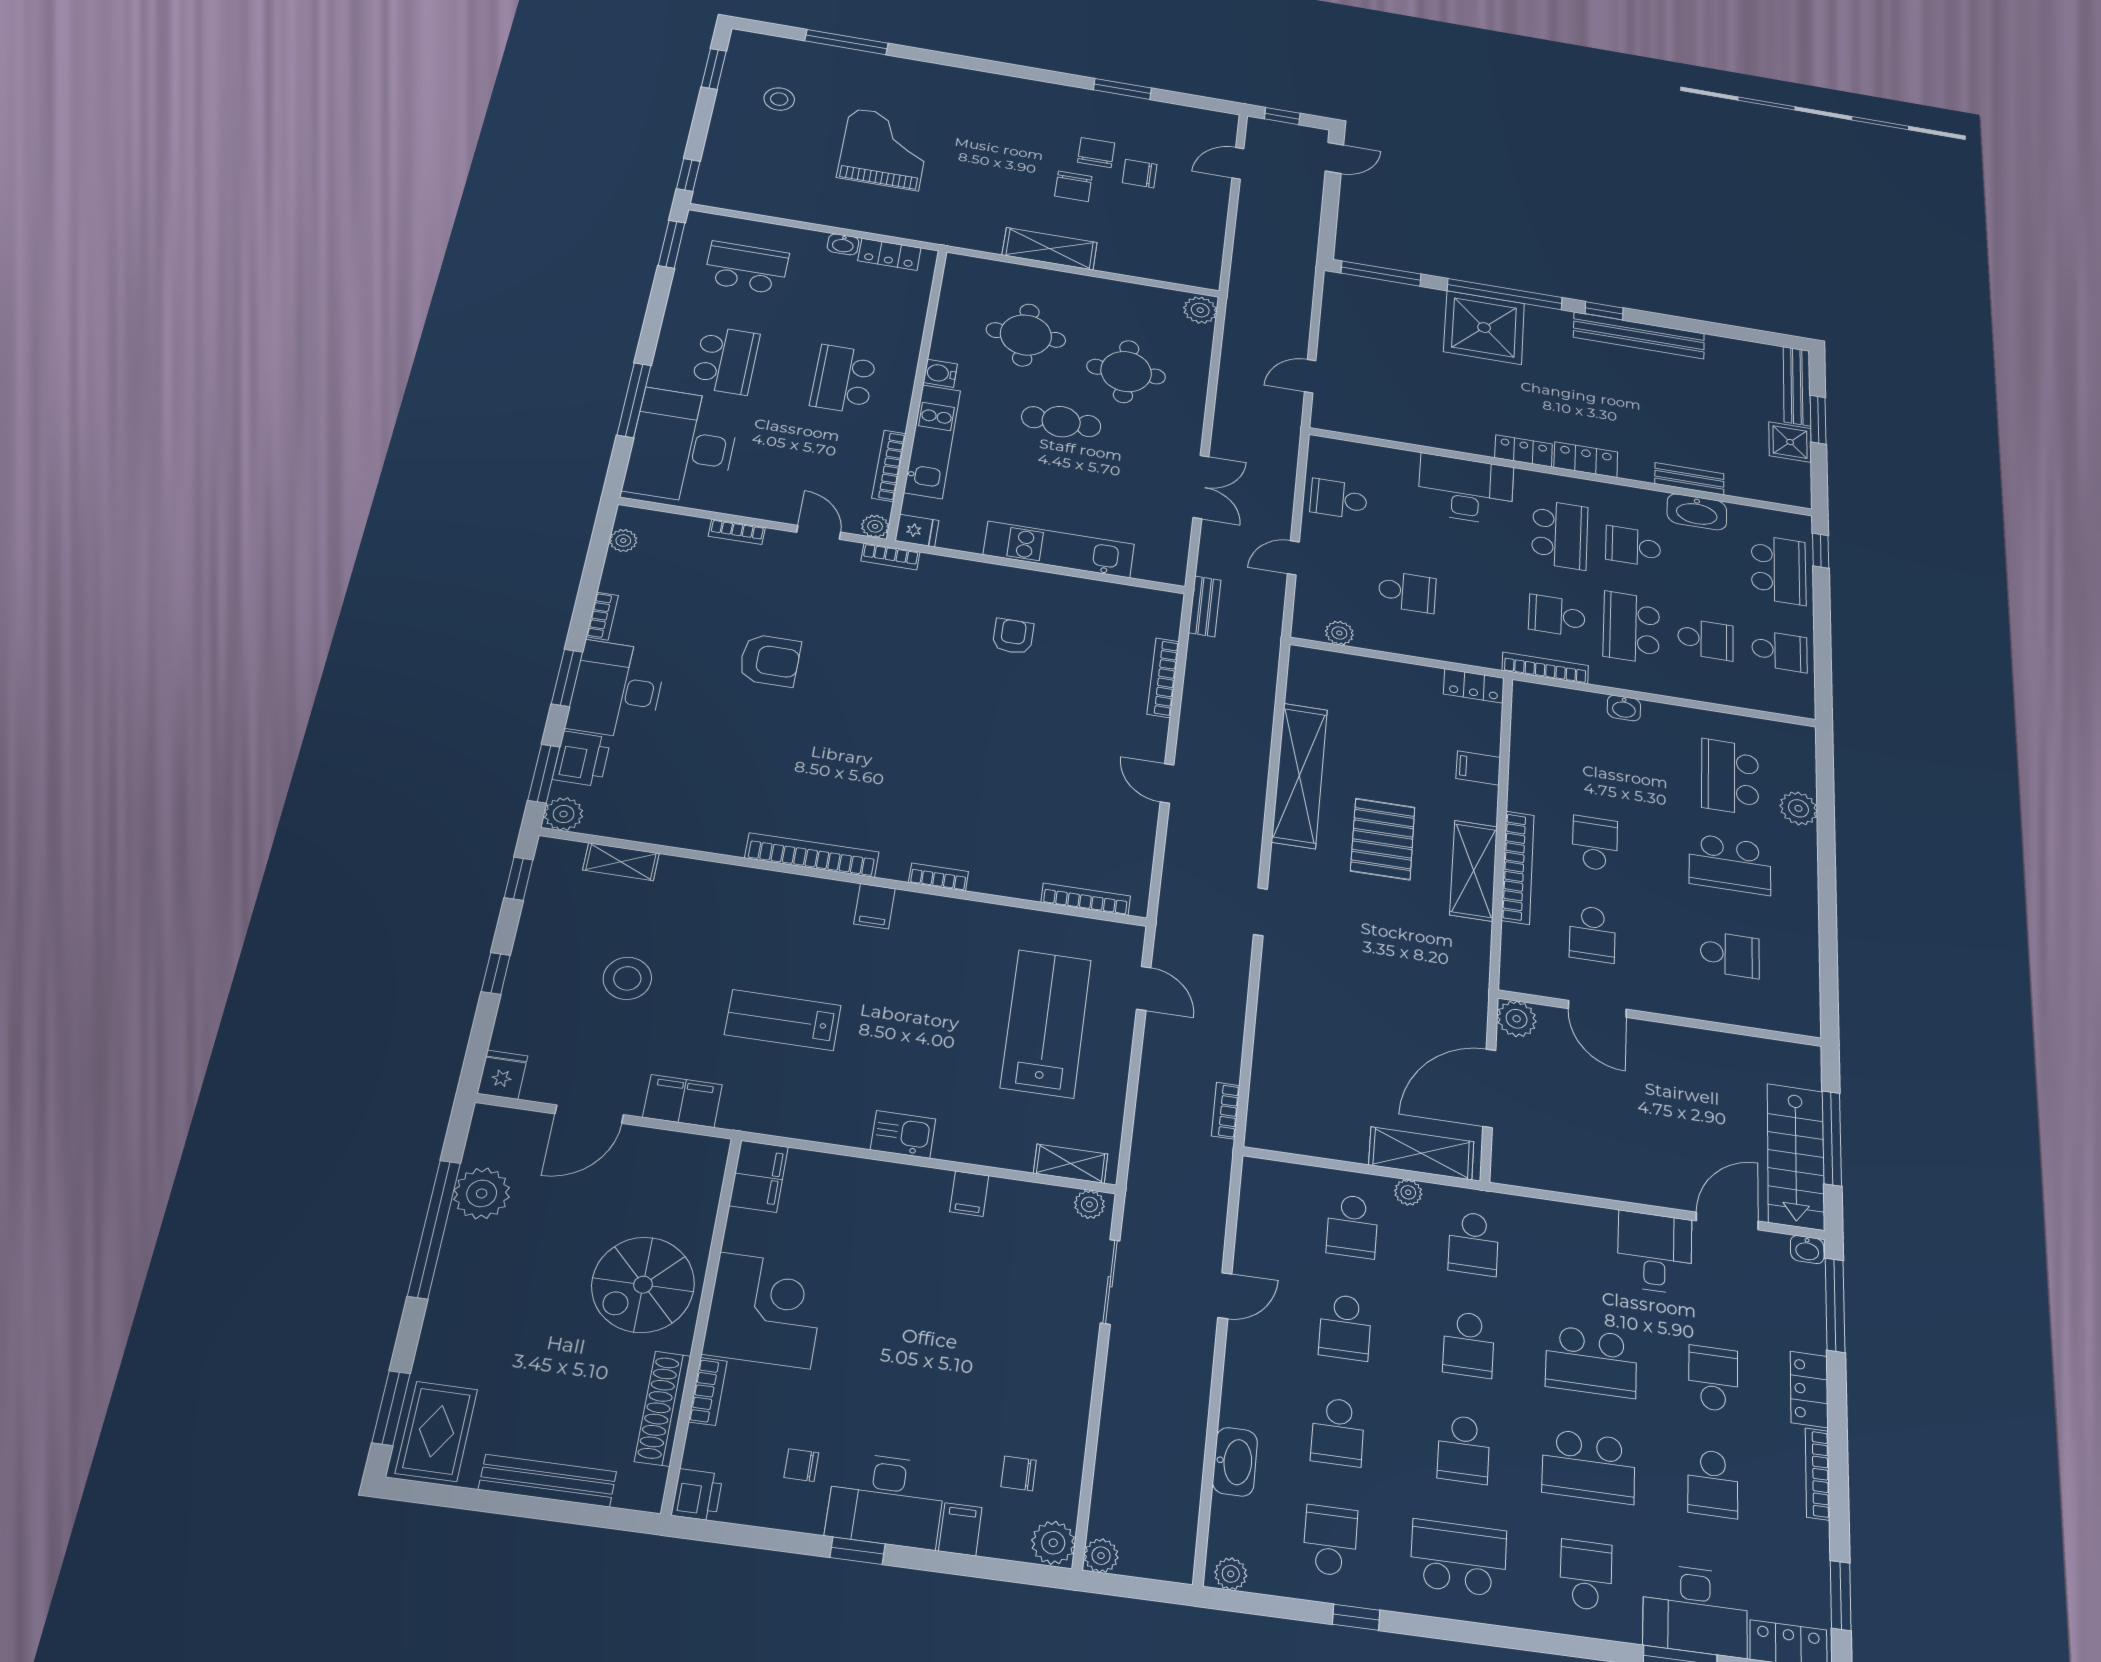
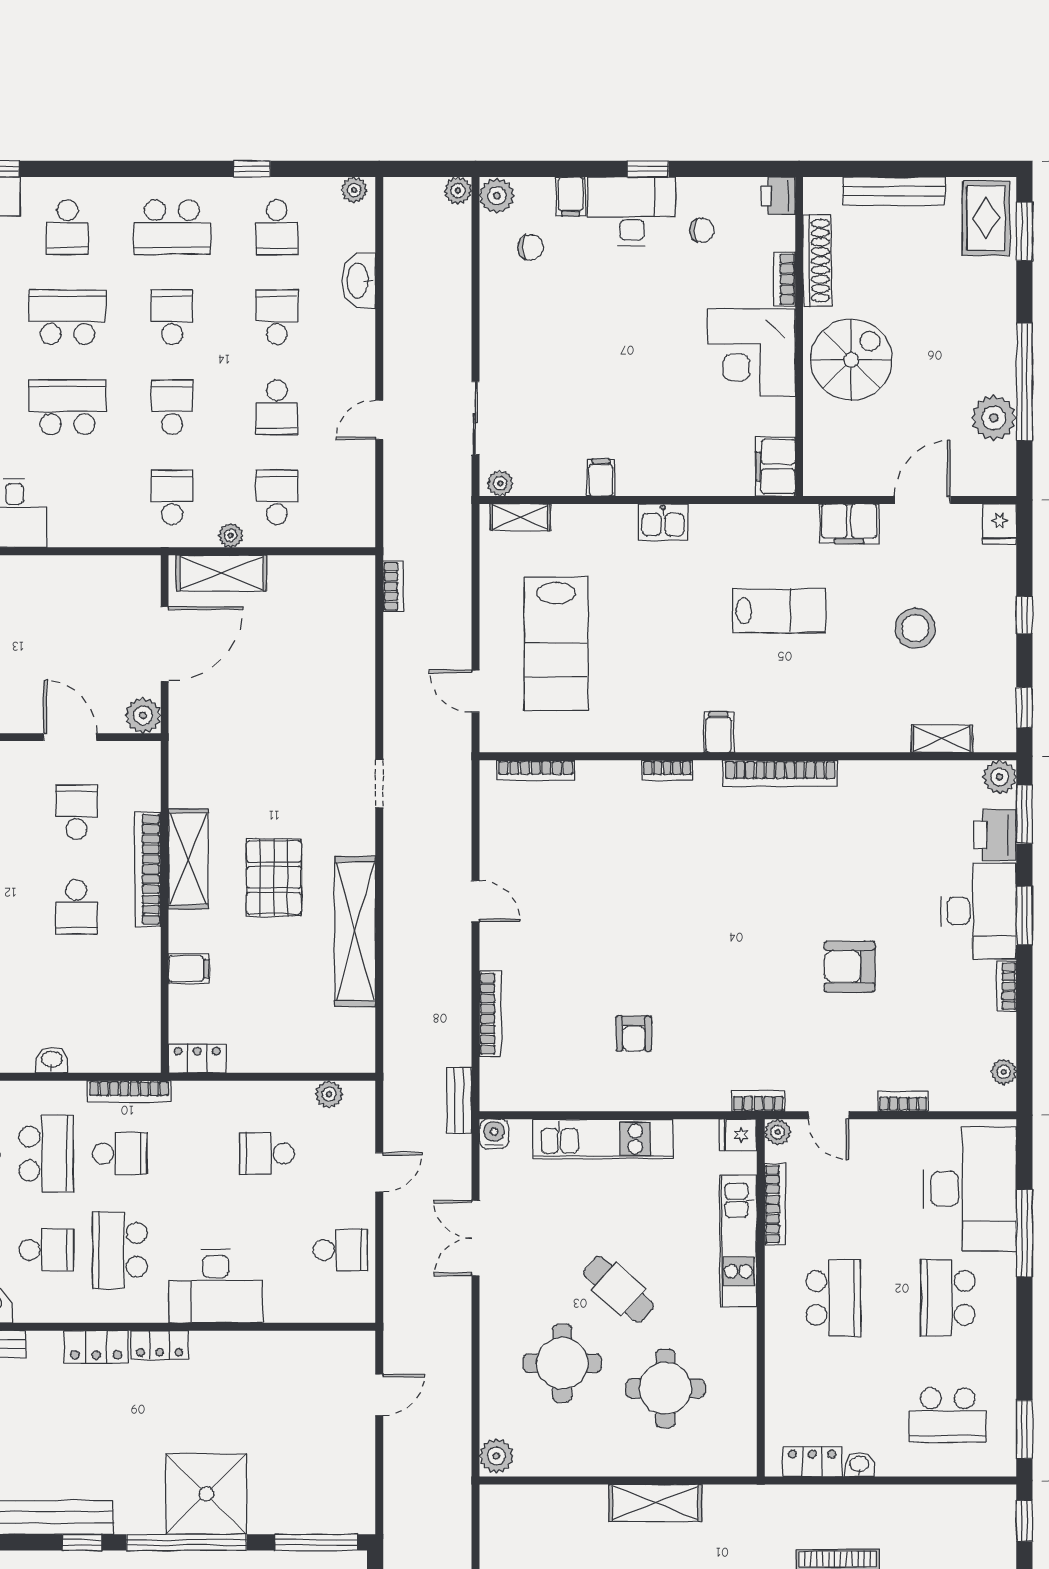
water cooler: (940, 373) -> (494, 1134), moved, turned -90
cafe table: (1061, 422) -> (618, 1289), turned 42
school desk: (1345, 1327) -> (277, 407), turned 180

